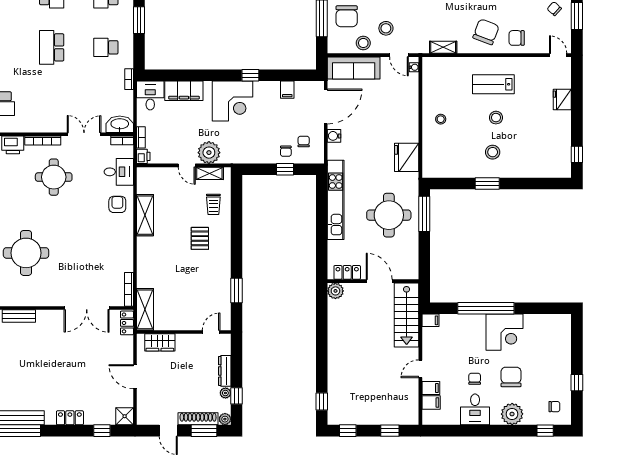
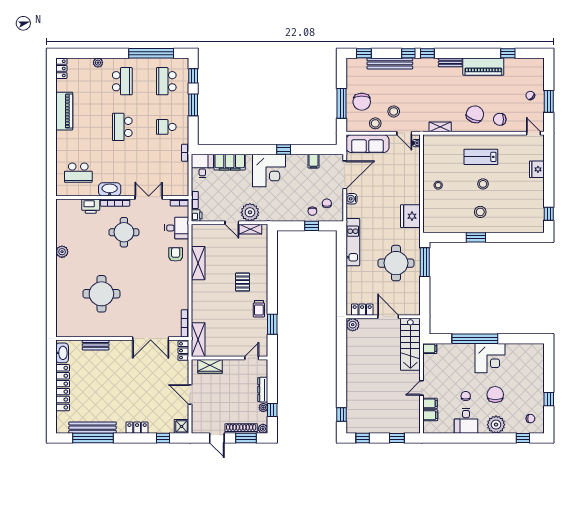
washbasin: (120, 124) -> (110, 189), moved
kitchen unit: (336, 200) -> (353, 242), width x0.73
trolley: (213, 204) -> (259, 309), moved

